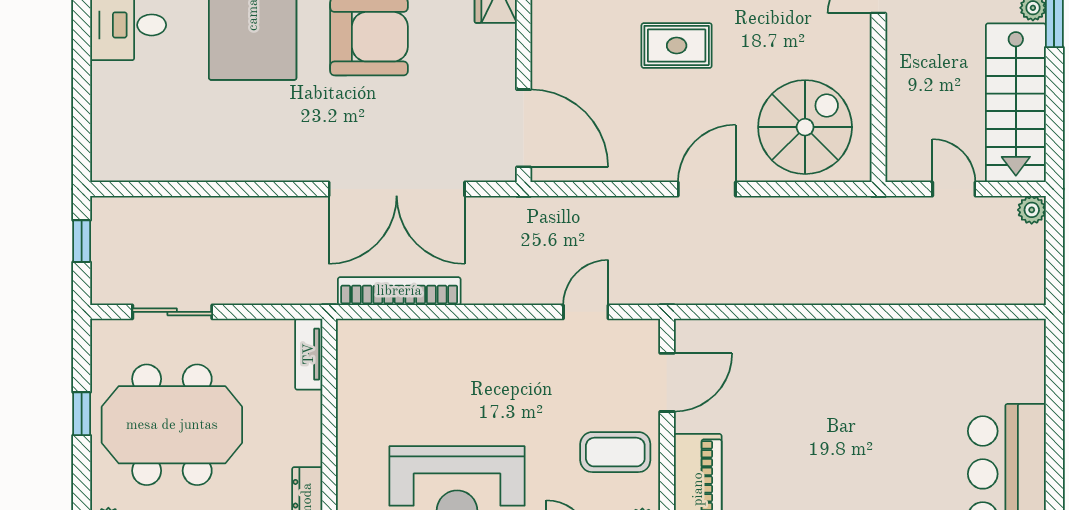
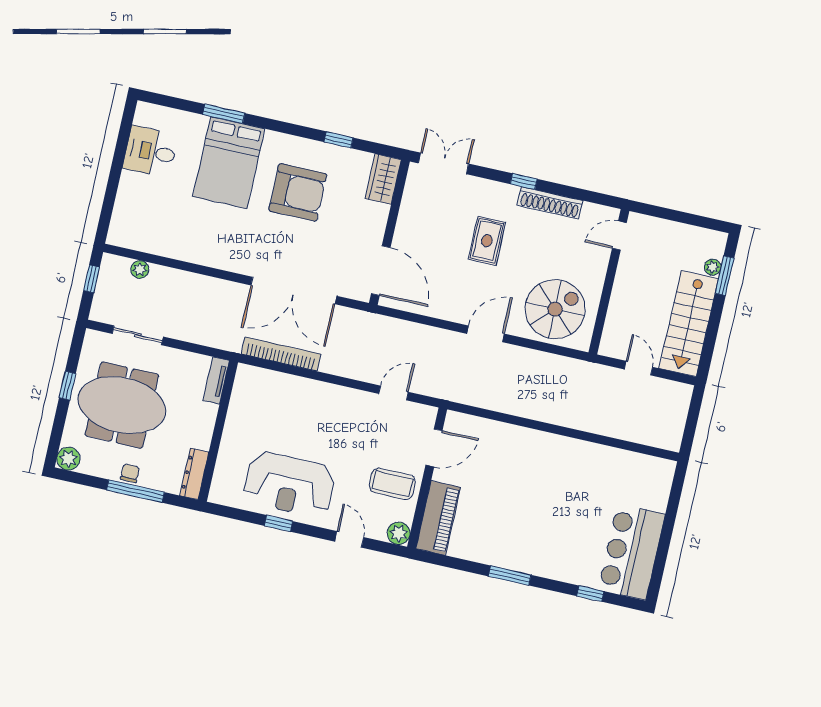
rug: (677, 46) -> (487, 241), turned 90
plant: (1032, 210) -> (140, 269), moved

